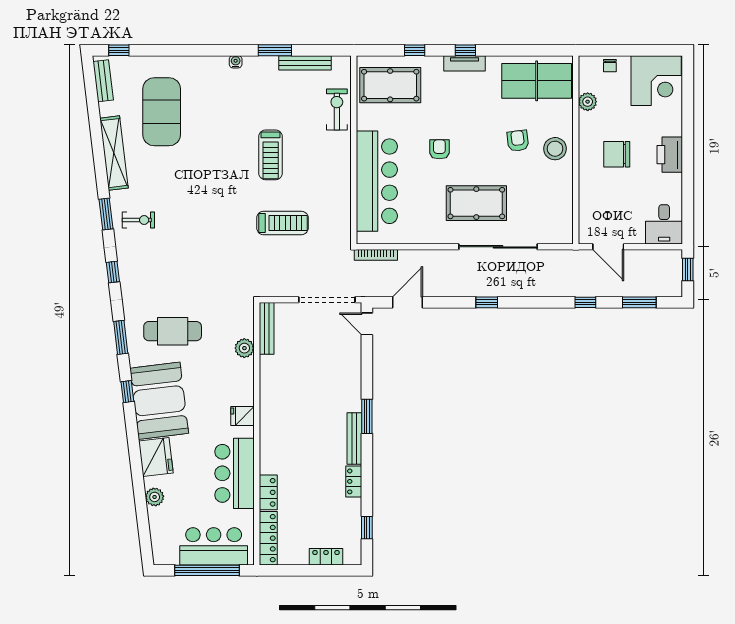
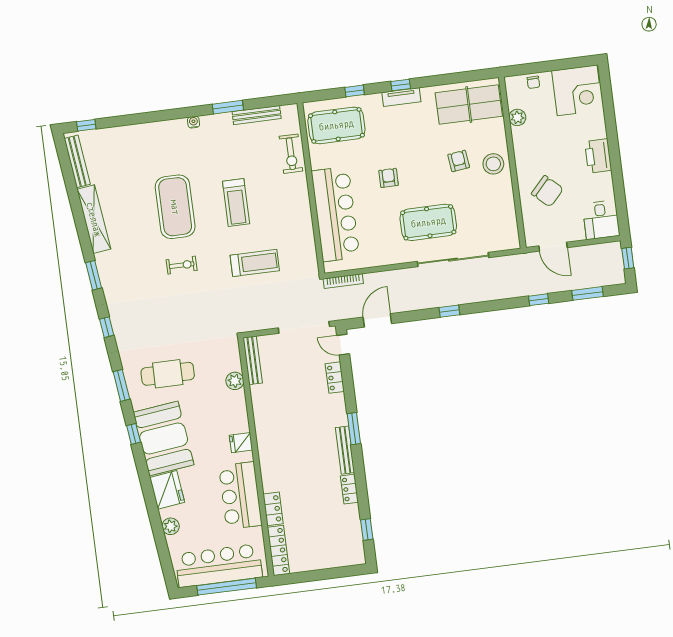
bench: (103, 81) -> (77, 161), width x1.36
exercise bike: (337, 110) -> (291, 154), turned 180
exercise mat: (162, 112) -> (175, 207), moved
chair: (617, 154) -> (547, 191), moved, turned -137
exercise bike: (138, 220) -> (182, 265), moved
bar counter: (214, 546) -> (219, 566), width x1.36
locker: (326, 557) -> (335, 378), moved, turned -90

